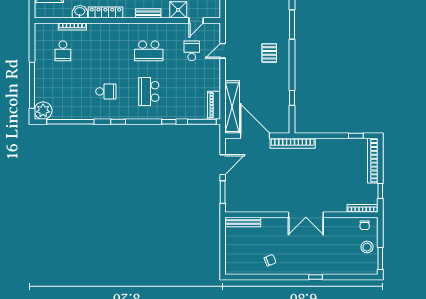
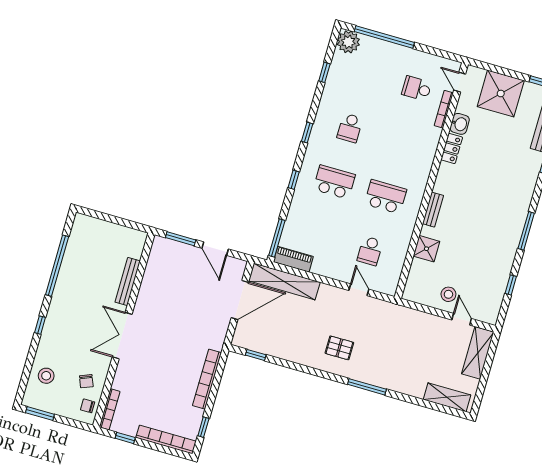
locker: (105, 12) -> (452, 148), width x0.66
door: (196, 21) -> (460, 82), moved
school desk: (149, 51) -> (386, 197), turned 90
school desk: (192, 51) -> (370, 251), turned 90
window: (292, 98) -> (256, 355), moved
window: (70, 122) -> (324, 72), width x0.32
window: (169, 122) -> (294, 180), moved
bookcase: (293, 143) -> (207, 379), moved
bench: (243, 222) -> (128, 282), moved
stool: (367, 247) -> (46, 376), moved
chair: (270, 260) -> (86, 381), moved
window: (268, 277) -> (57, 266), added

